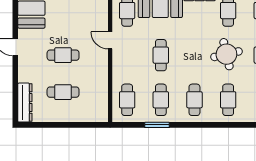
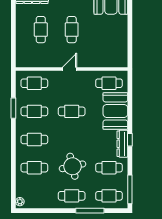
door: (110, 40) -> (70, 69), moved

